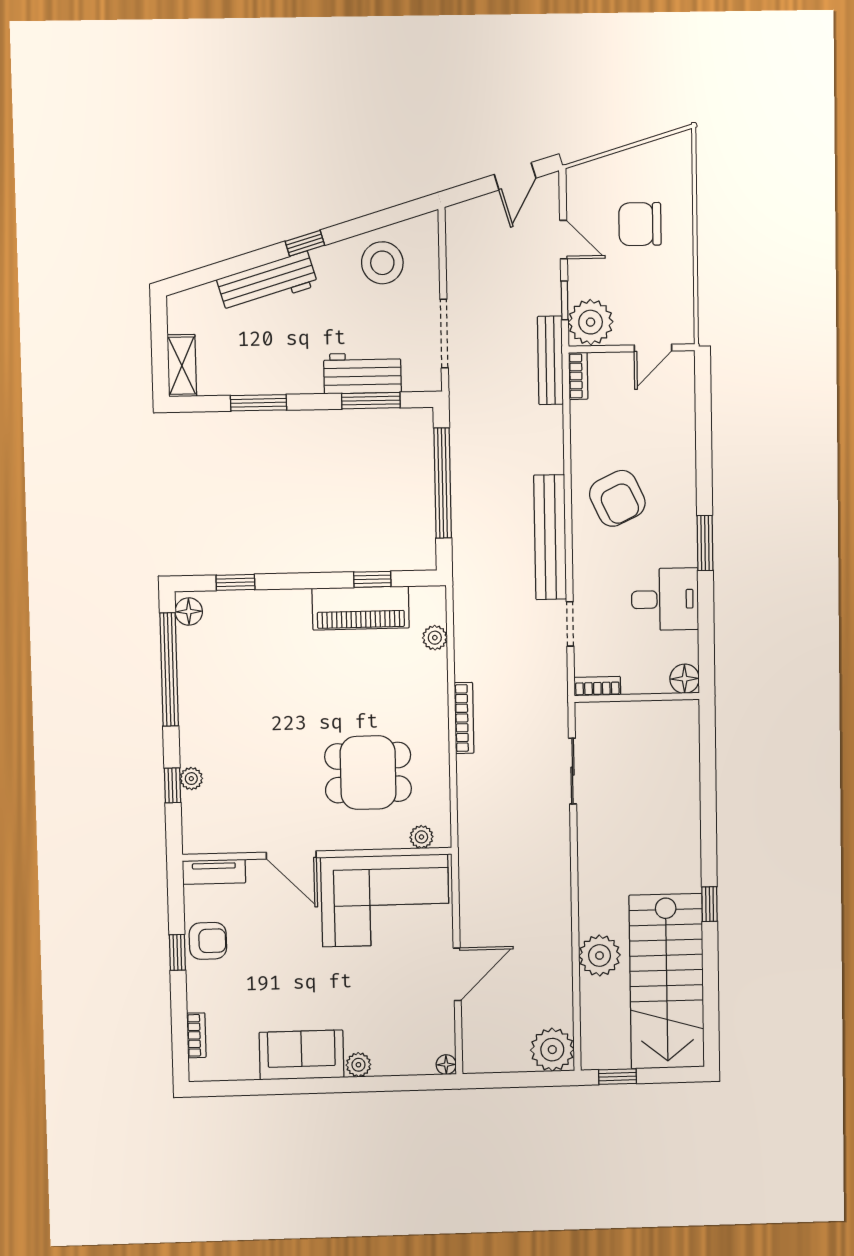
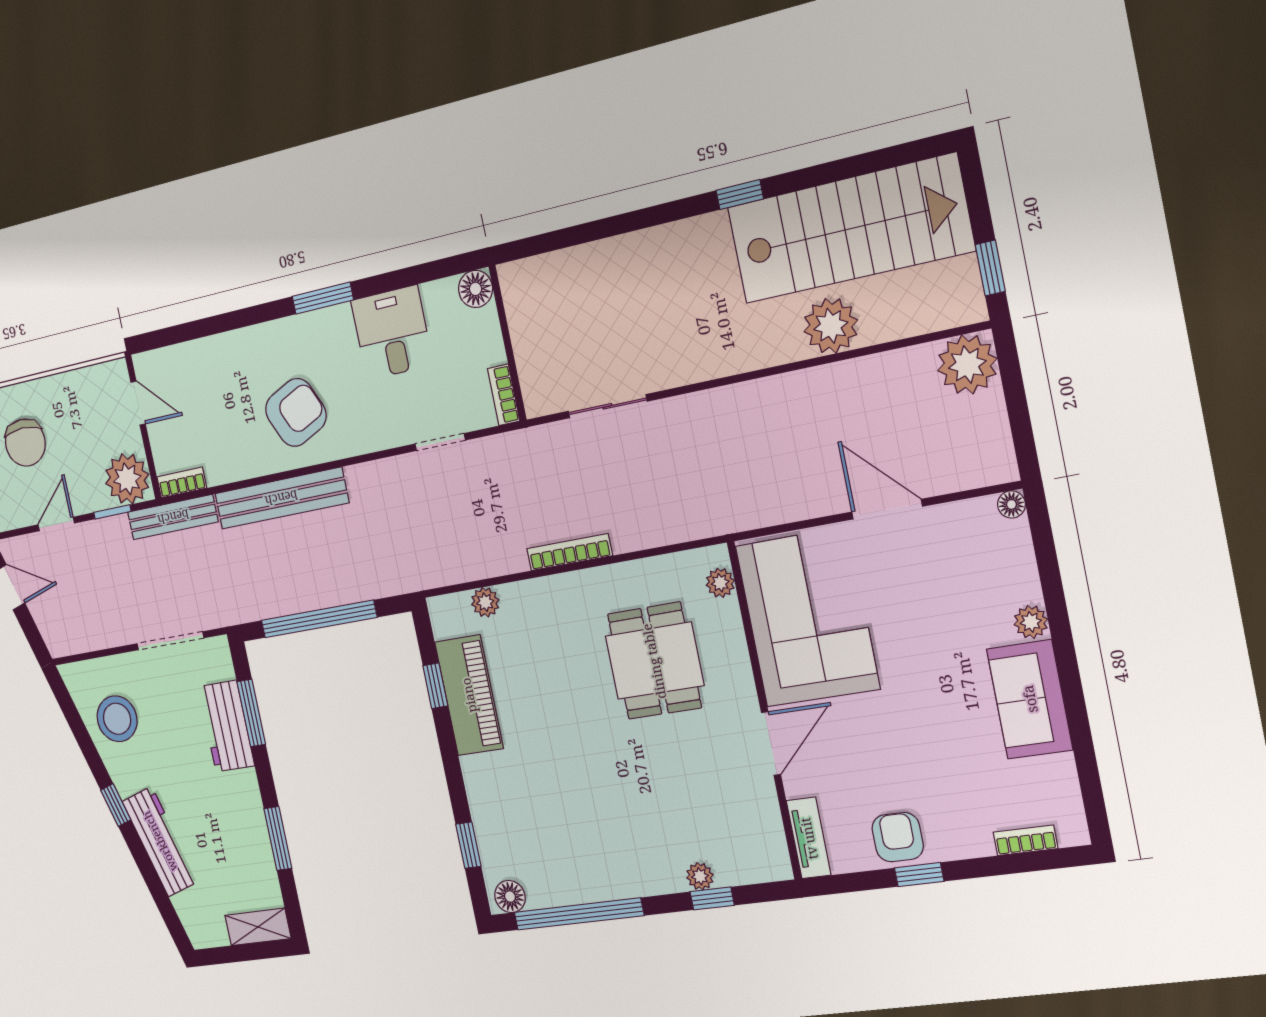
bench: (550, 537) -> (281, 498), moved

